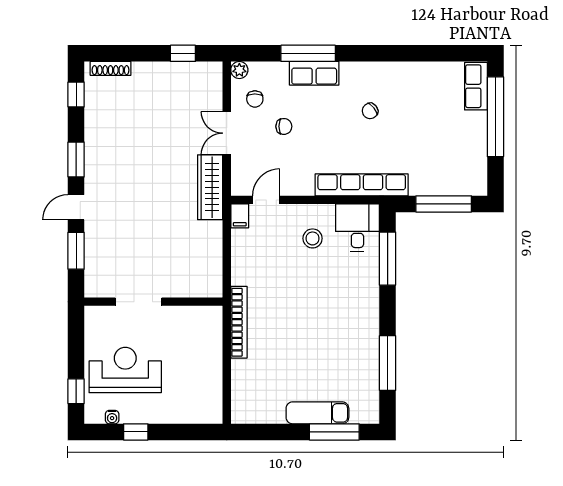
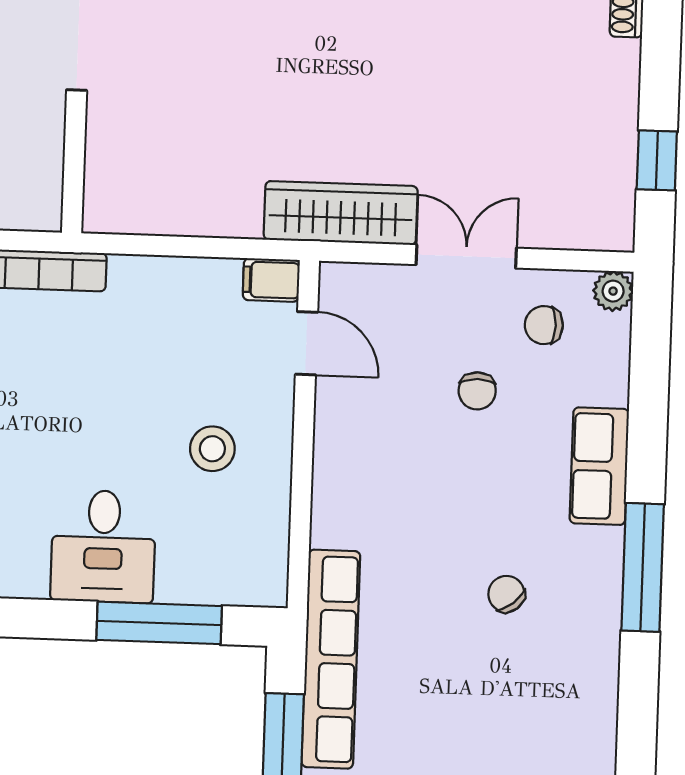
window: (308, 53) -> (643, 567), moved
row of seats: (362, 185) -> (331, 659), moved
desk: (357, 228) -> (103, 546), moved, turned 90

